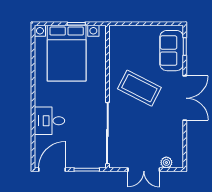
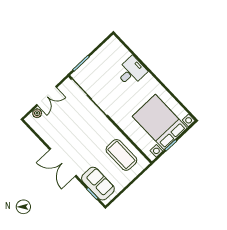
coffee table: (139, 88) -> (121, 155), moved, turned 63
door: (52, 170) -> (102, 44), removed
double door: (144, 170) -> (47, 96), swing flipped

